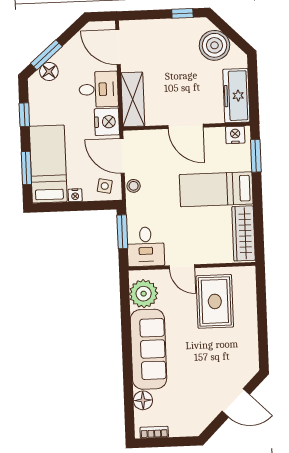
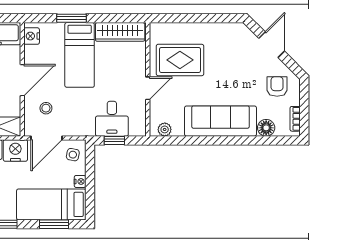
window: (256, 156) -> (71, 18), moved
stool: (134, 186) -> (46, 108), moved
window: (122, 232) -> (114, 140), width x0.67
desk: (146, 247) -> (112, 119), moved, turned 90
plant: (144, 294) -> (165, 129), width x0.53, depth x0.53
armchair: (189, 411) -> (277, 86), added

